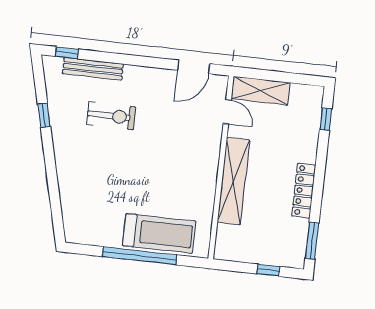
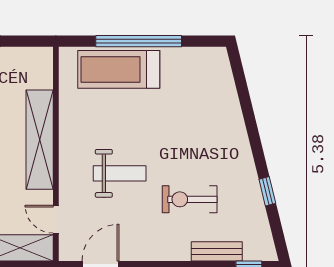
bench: (93, 69) -> (217, 251), width x0.73
weight bench: (168, 145) -> (120, 173), added

